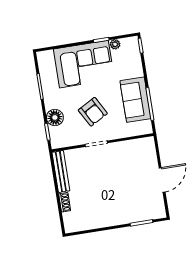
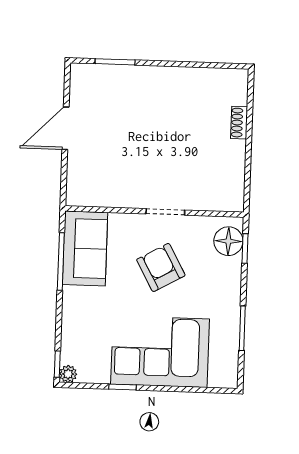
plant: (115, 44) -> (68, 374), moved
sofa: (135, 100) -> (85, 248), moved
floor lamp: (55, 117) -> (228, 241), moved
bench: (61, 172) -> (235, 176), removed

